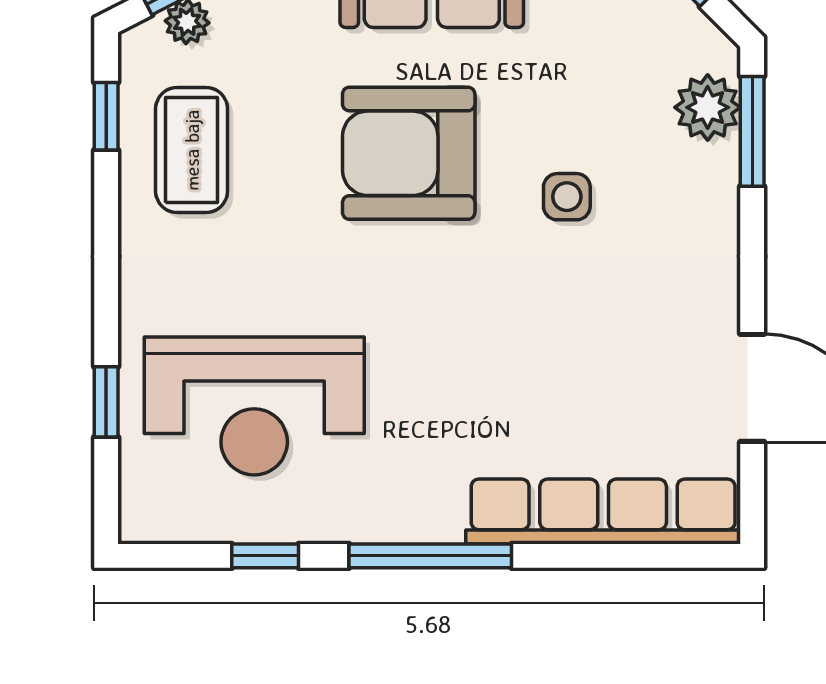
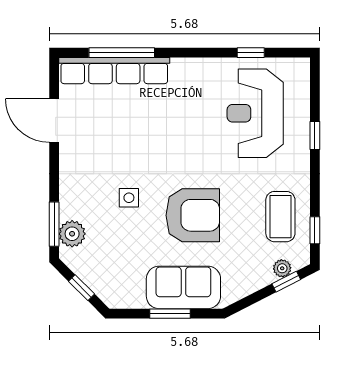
window: (106, 402) -> (315, 135), moved
reception desk: (254, 406) -> (255, 113), turned -90
window: (430, 556) -> (122, 53), moved

